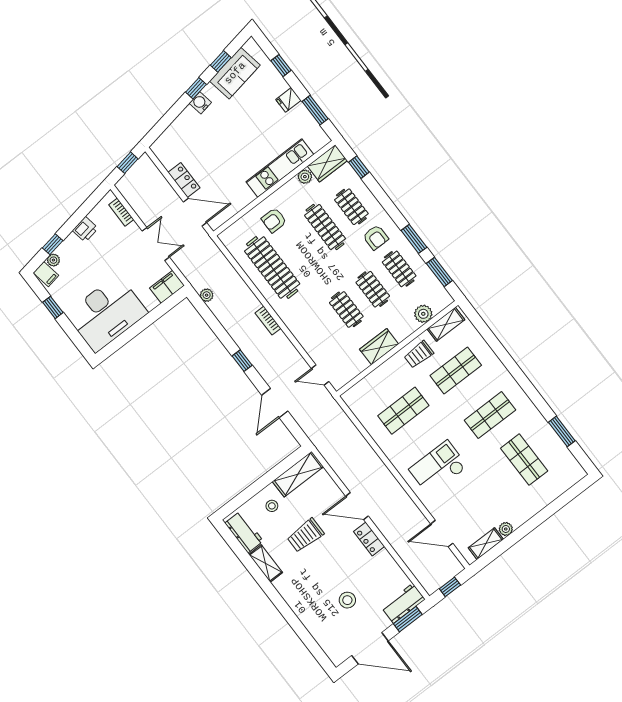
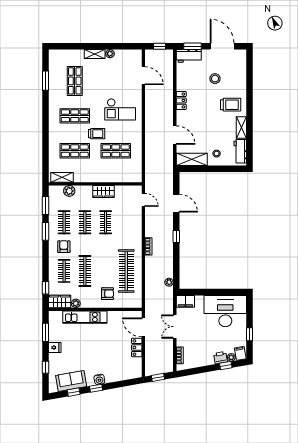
printer: (85, 229) -> (220, 358), moved
trolley: (419, 354) -> (97, 134), moved
door: (275, 403) -> (176, 203), hinge flipped
door: (357, 506) -> (175, 135), moved
trolley: (305, 535) -> (231, 105), moved
shelving: (486, 544) -> (95, 54), moved

